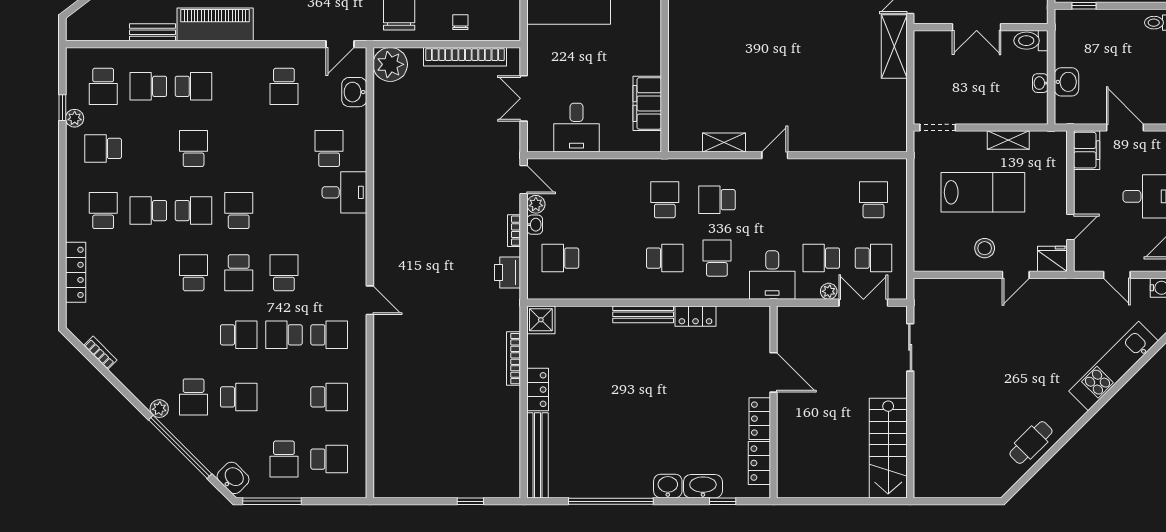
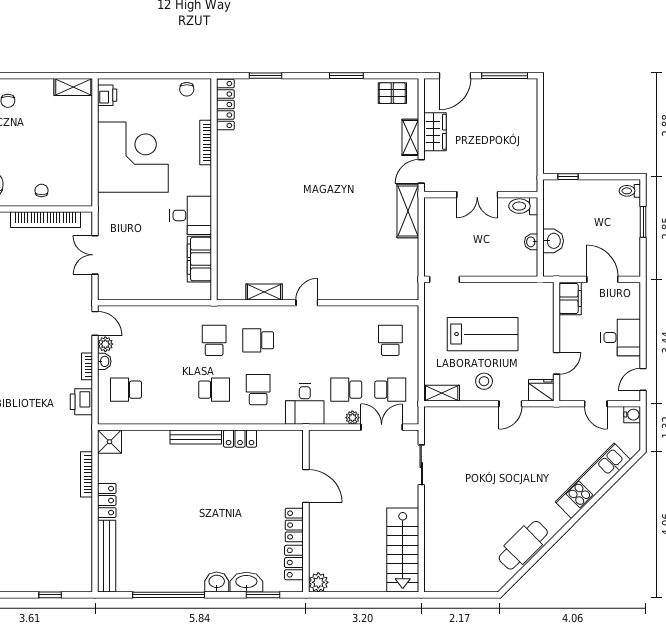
desk: (577, 128) -> (191, 215), moved, turned -90
shelving: (1008, 140) -> (442, 393), moved
cafe table: (1031, 442) -> (523, 545), width x1.37, depth x1.35
plant: (788, 486) -> (318, 582), added
window: (723, 501) -> (263, 595), width x1.50

